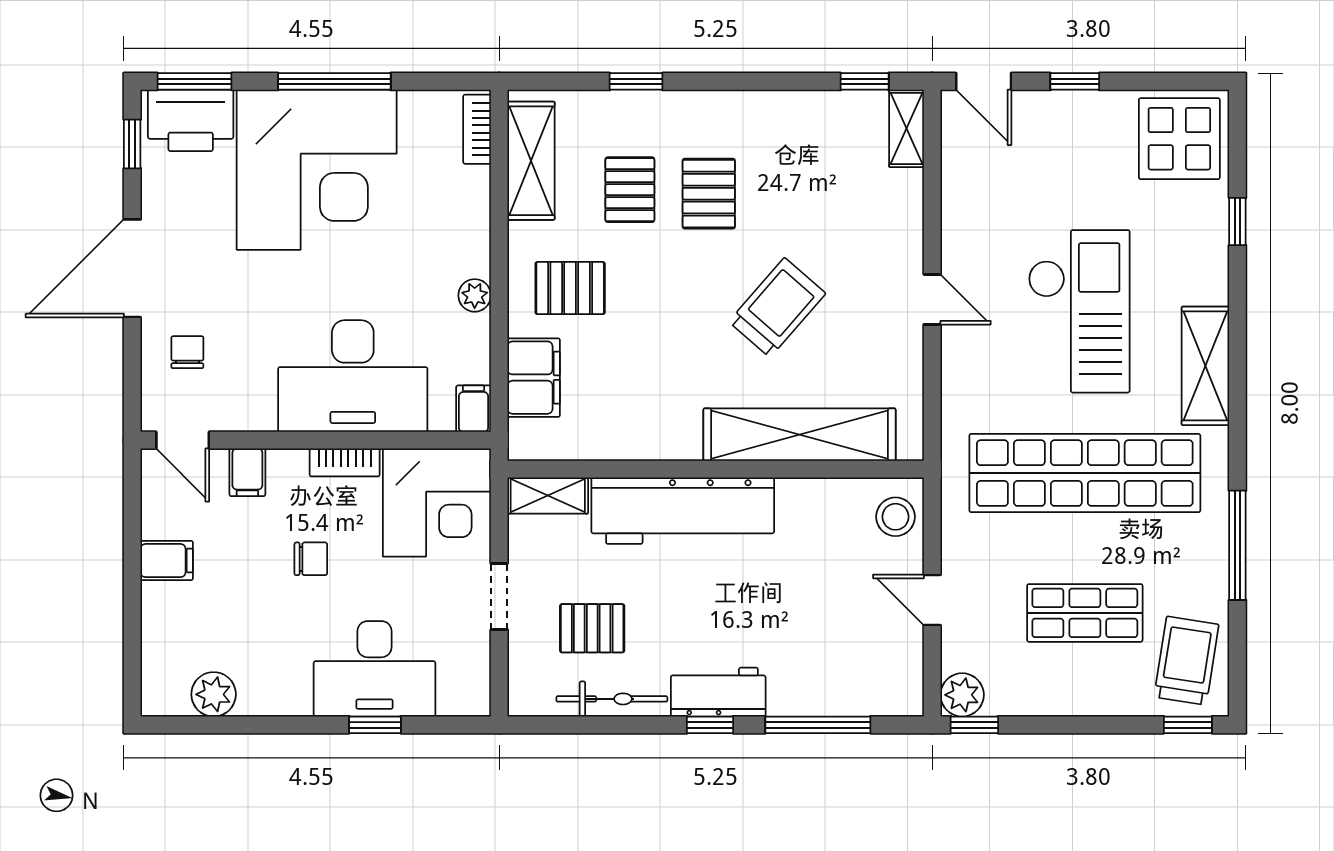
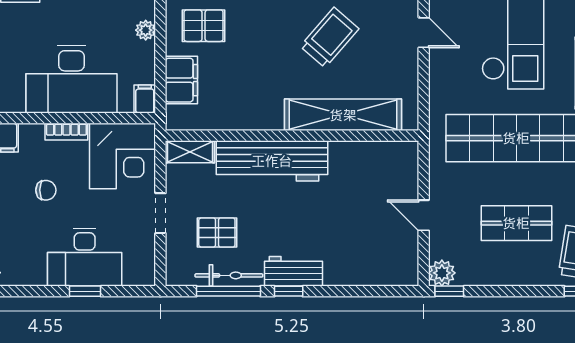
stool: (895, 517) -> (401, 165), removed
window: (818, 725) -> (228, 291), moved

